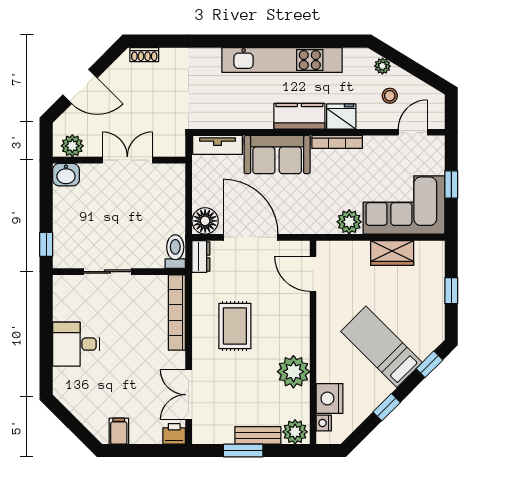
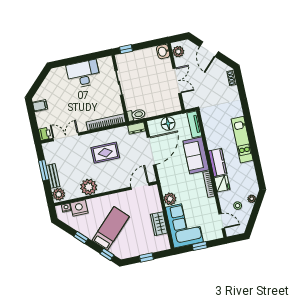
kitchen unit: (282, 60) -> (242, 140), width x0.73
floor lamp: (205, 221) -> (168, 124), moved
desk: (76, 344) -> (83, 74), width x1.37

